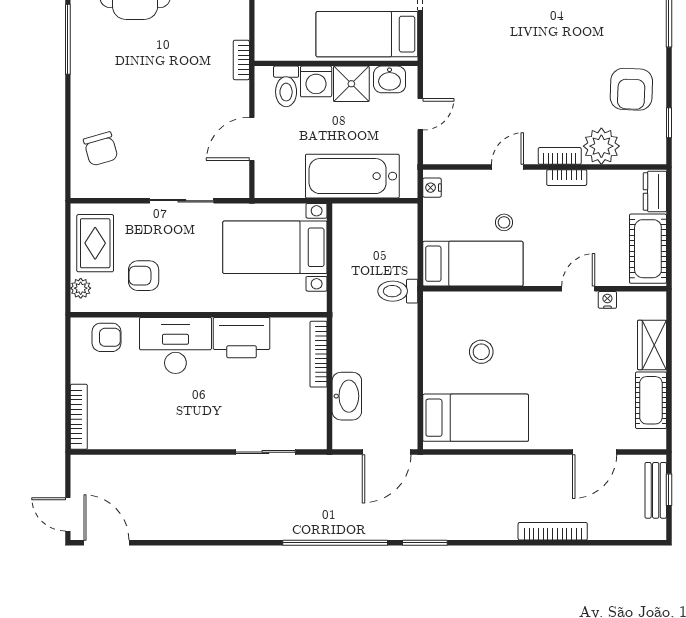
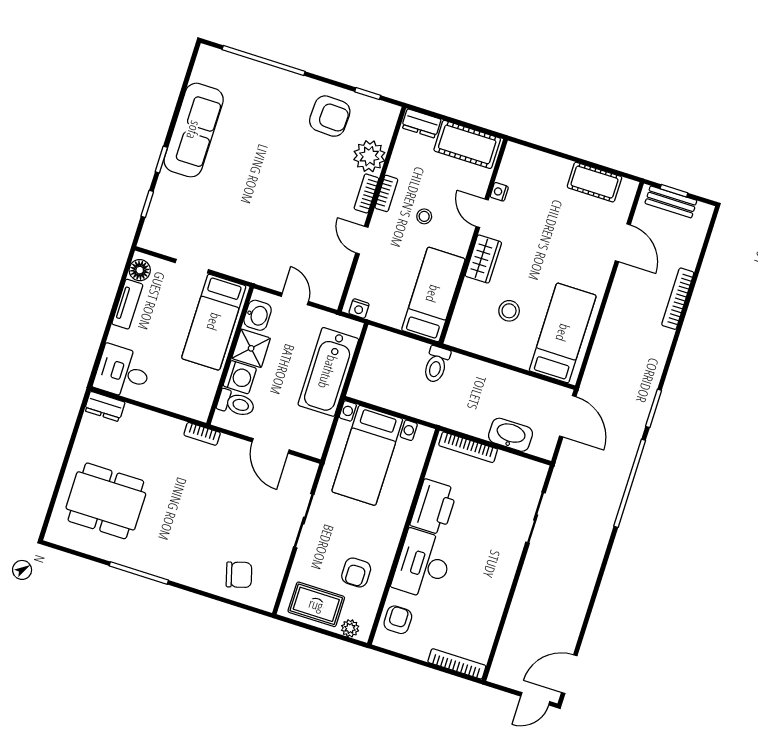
stool: (504, 222) -> (424, 216), moved
wardrobe: (652, 345) -> (483, 259), moved, turned -90

